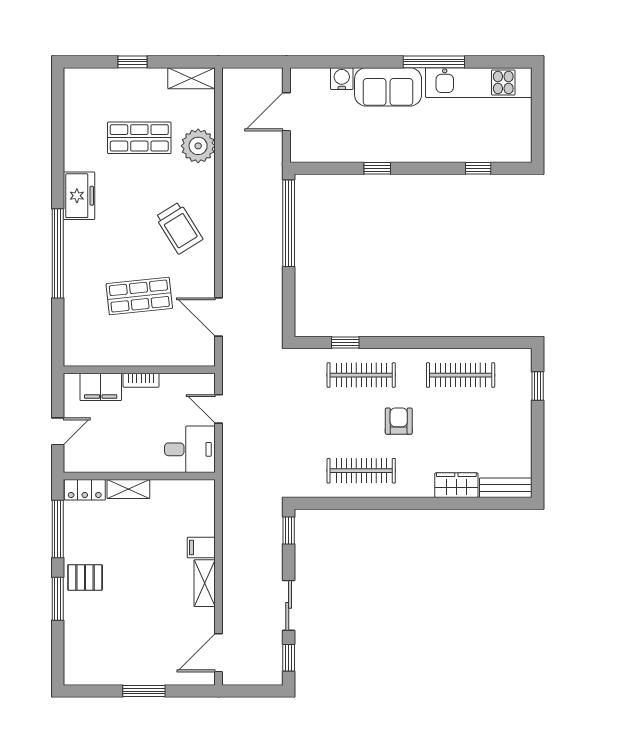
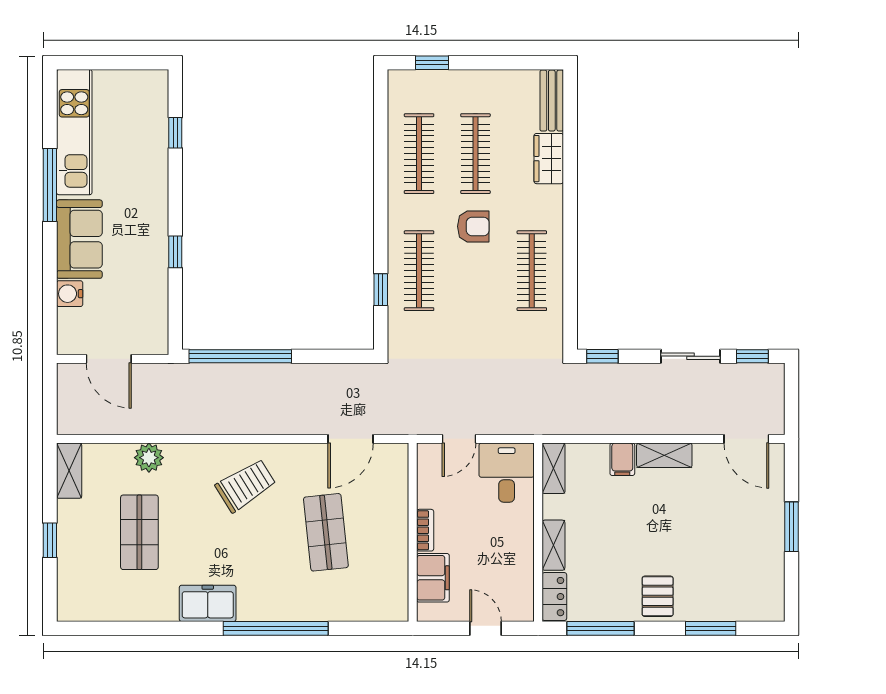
plant: (198, 146) -> (149, 458), width x0.73, depth x0.73
armchair: (399, 421) -> (473, 226), turned 180
clothes rail: (461, 423) -> (475, 154), added
shelving: (194, 489) -> (554, 468), added
window: (58, 599) -> (711, 628), moved

